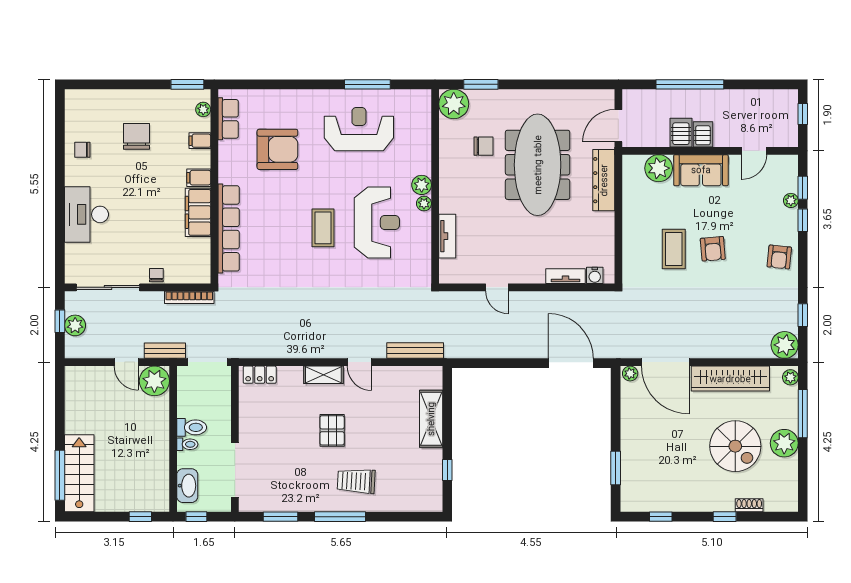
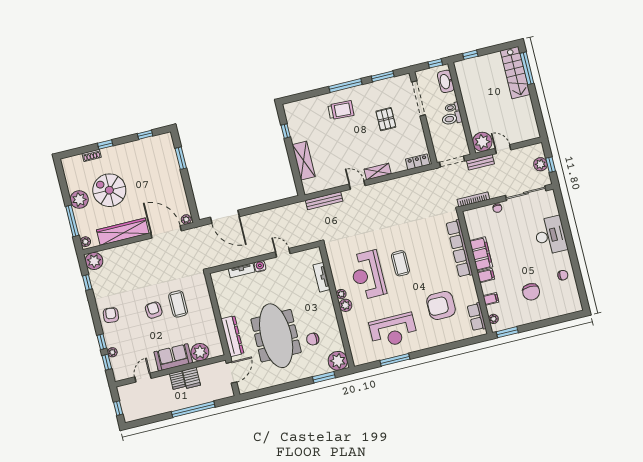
water cooler: (595, 275) -> (260, 266), moved
pallet: (332, 430) -> (386, 119), moved

